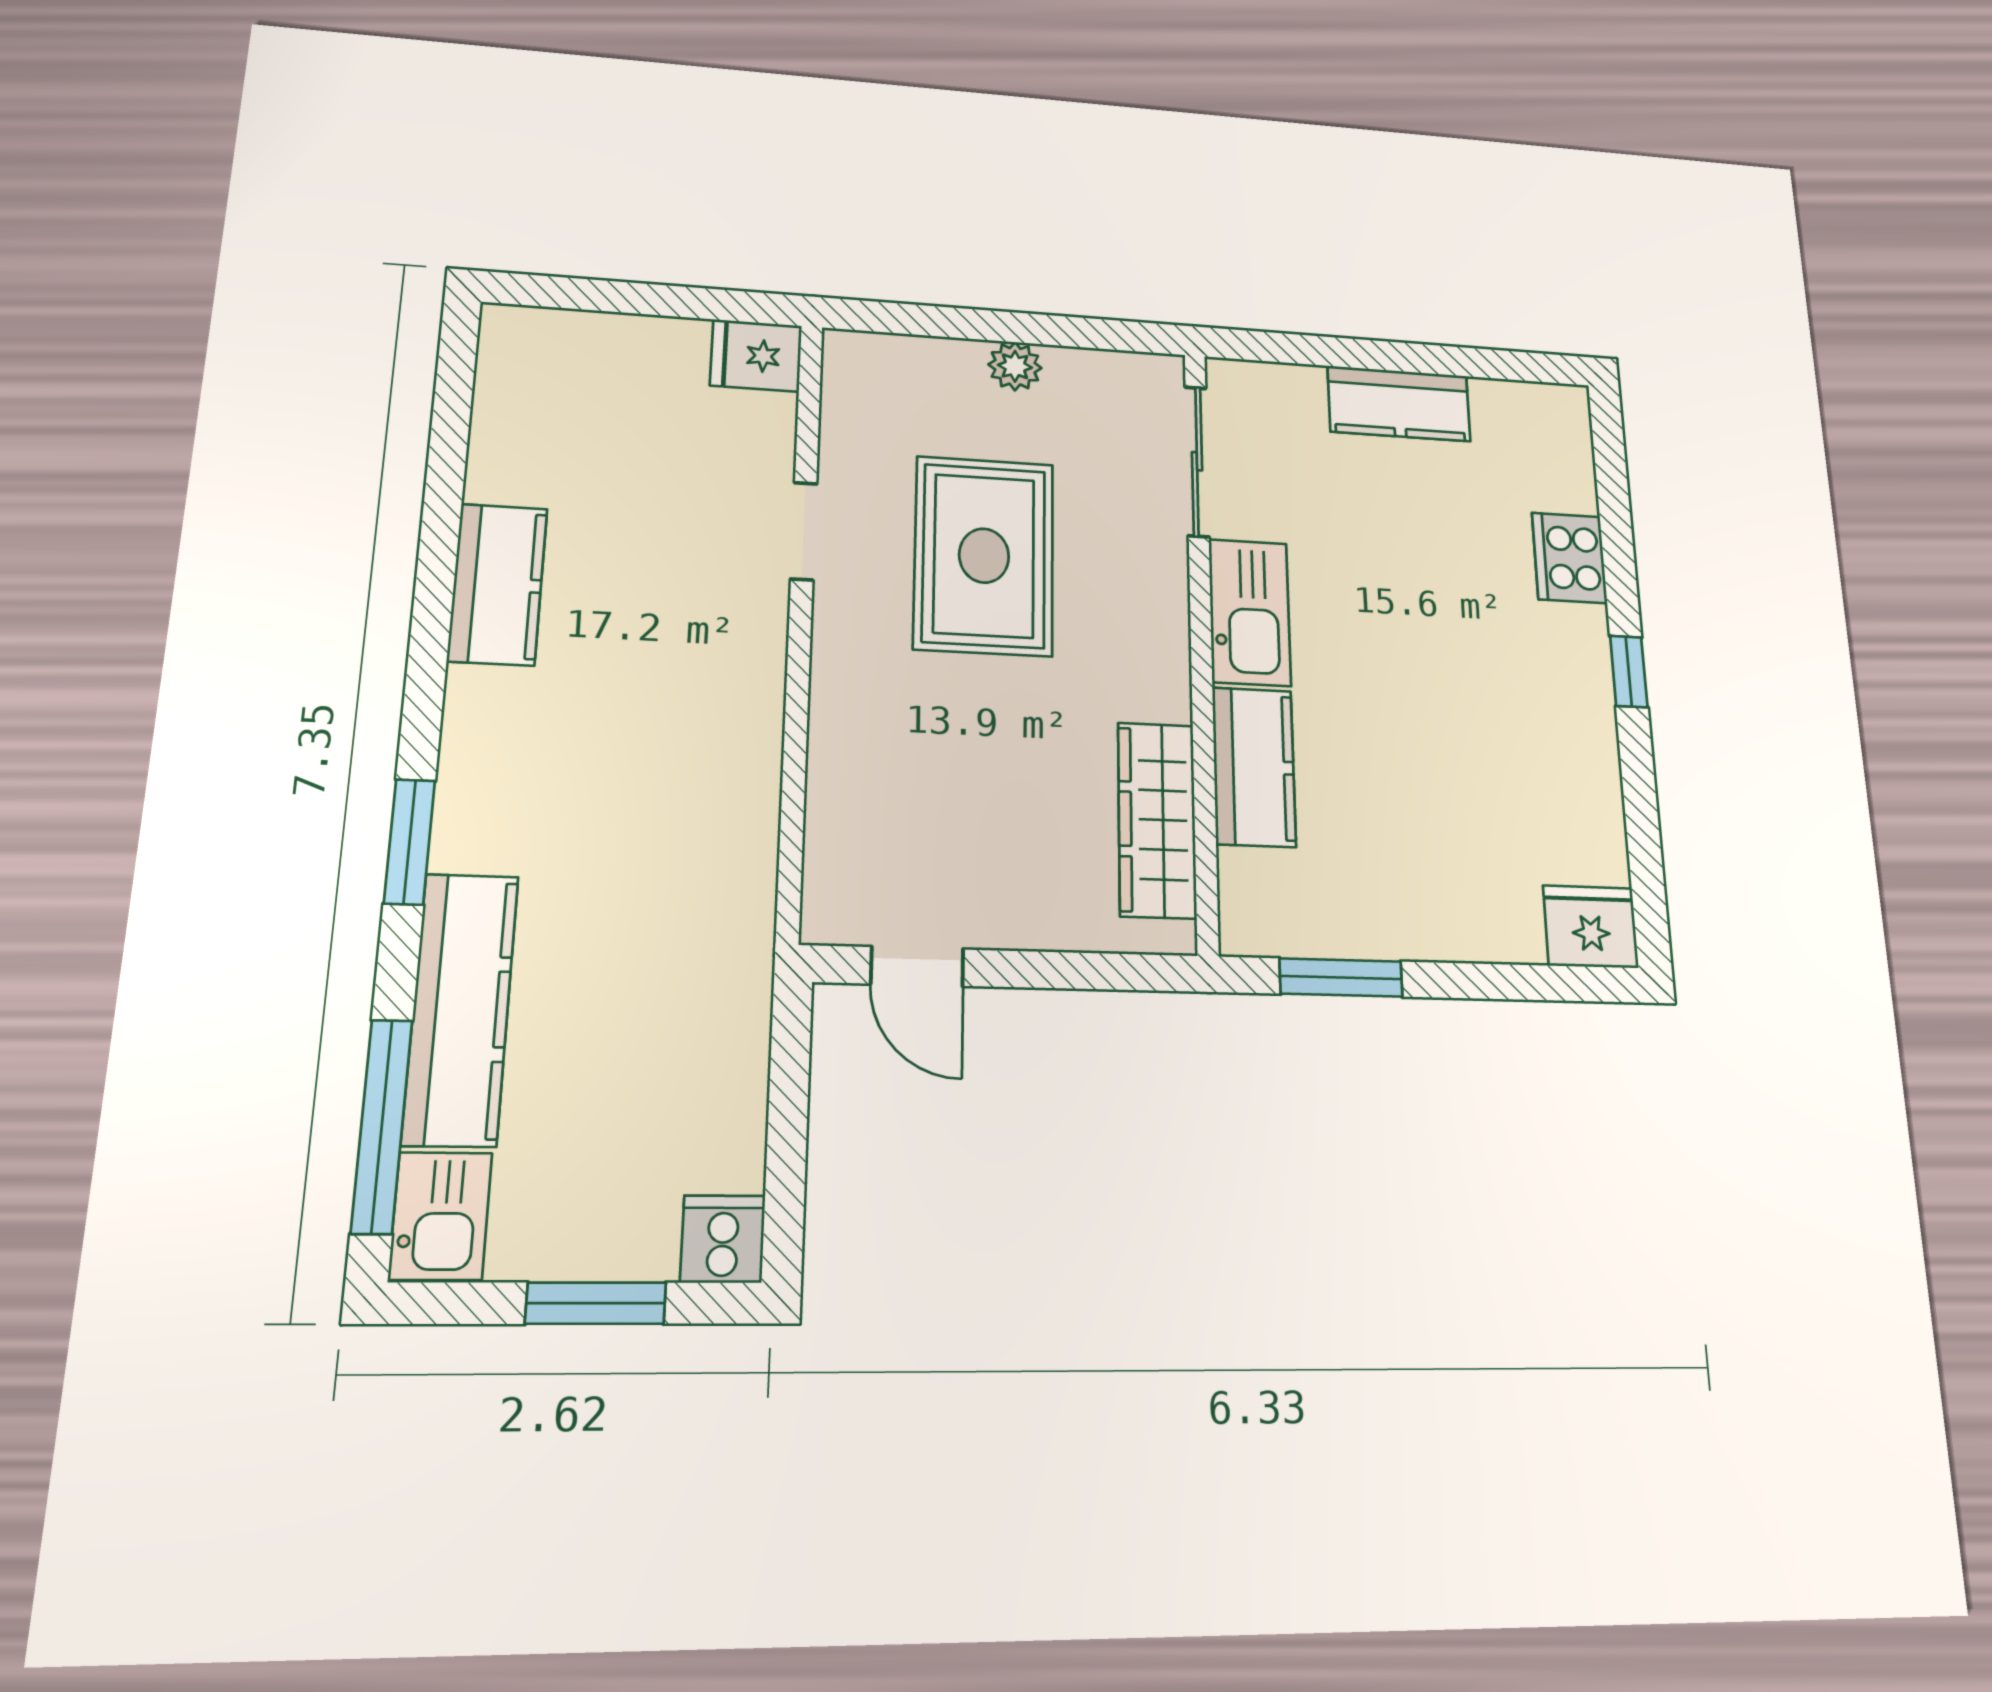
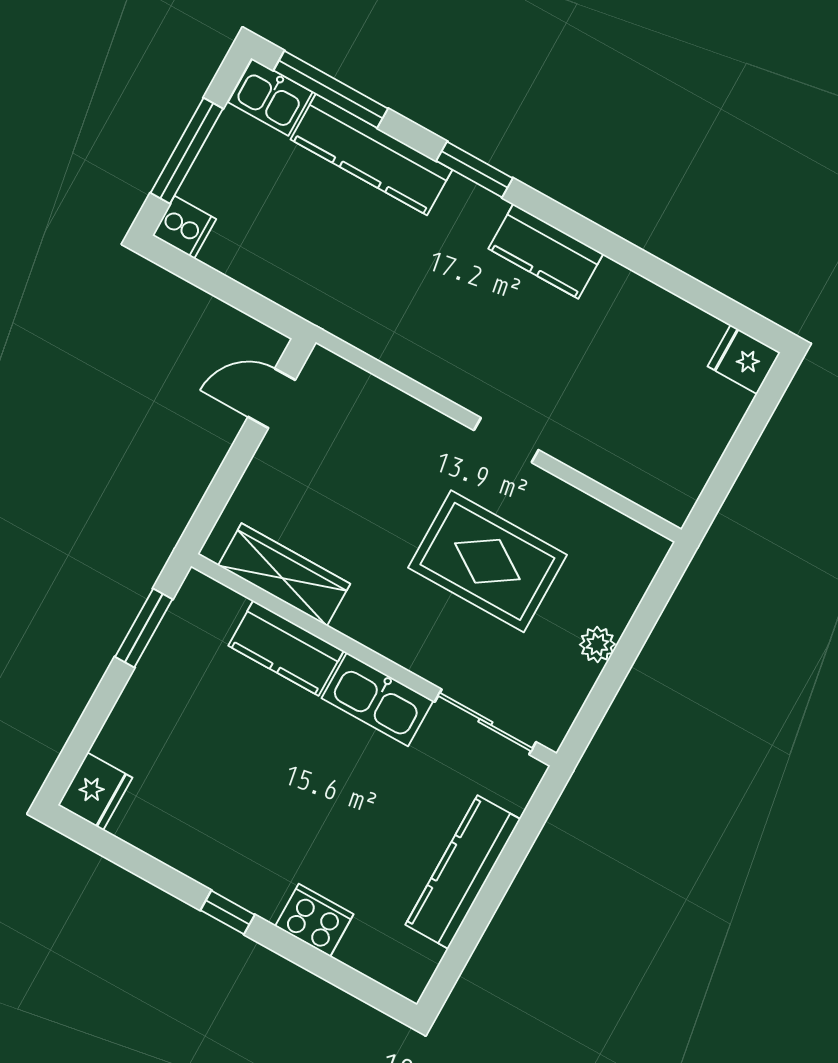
fridge: (756, 356) -> (744, 359), moved, turned -90
kitchen counter: (1399, 404) -> (463, 872), width x1.50
doorway: (804, 531) -> (506, 440), moved
kitchen counter: (498, 584) -> (546, 251), moved
window: (596, 1303) -> (187, 151), width x1.44

